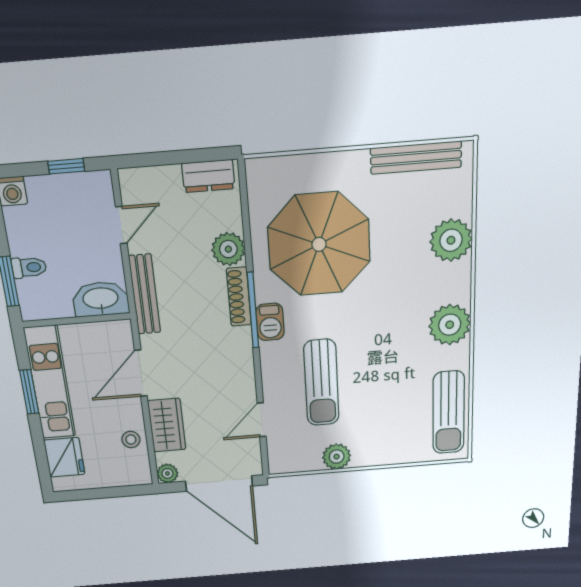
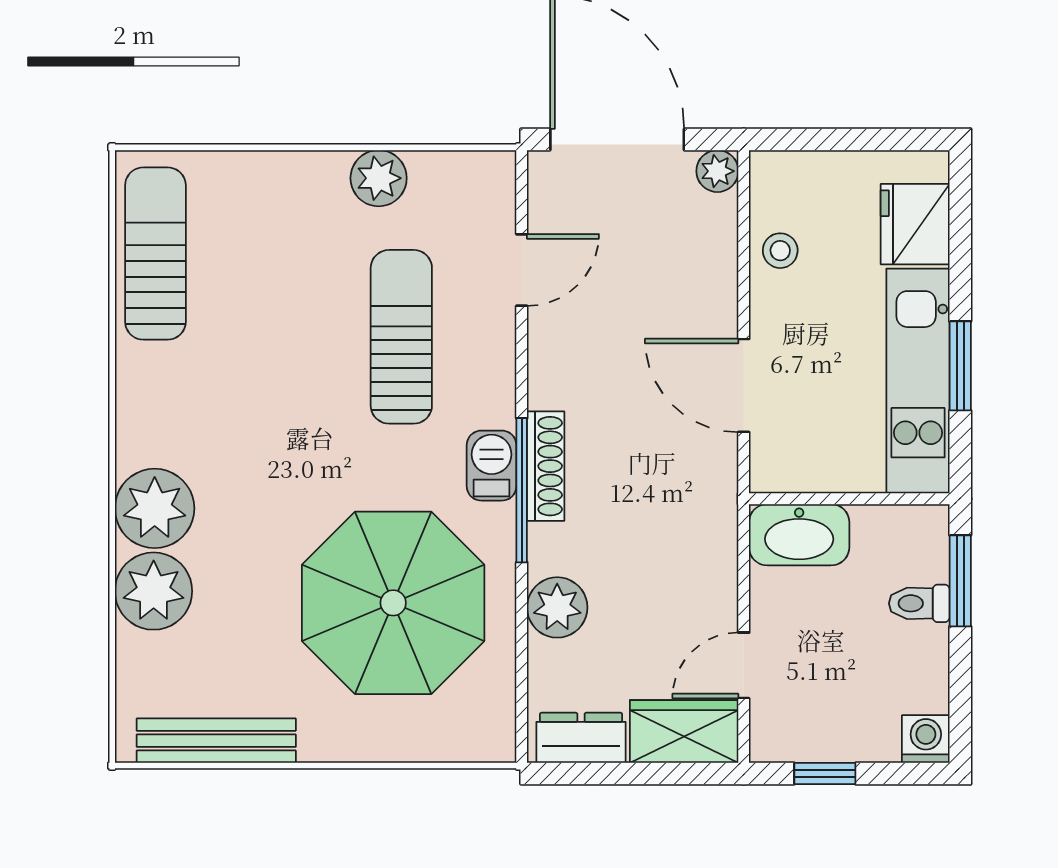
bench: (145, 294) -> (718, 537), removed
shoe rack: (239, 297) -> (546, 466), moved
plant: (450, 325) -> (155, 508), moved
door: (141, 373) -> (744, 385), swing flipped
wardrobe: (167, 425) -> (684, 731), moved, turned 90

